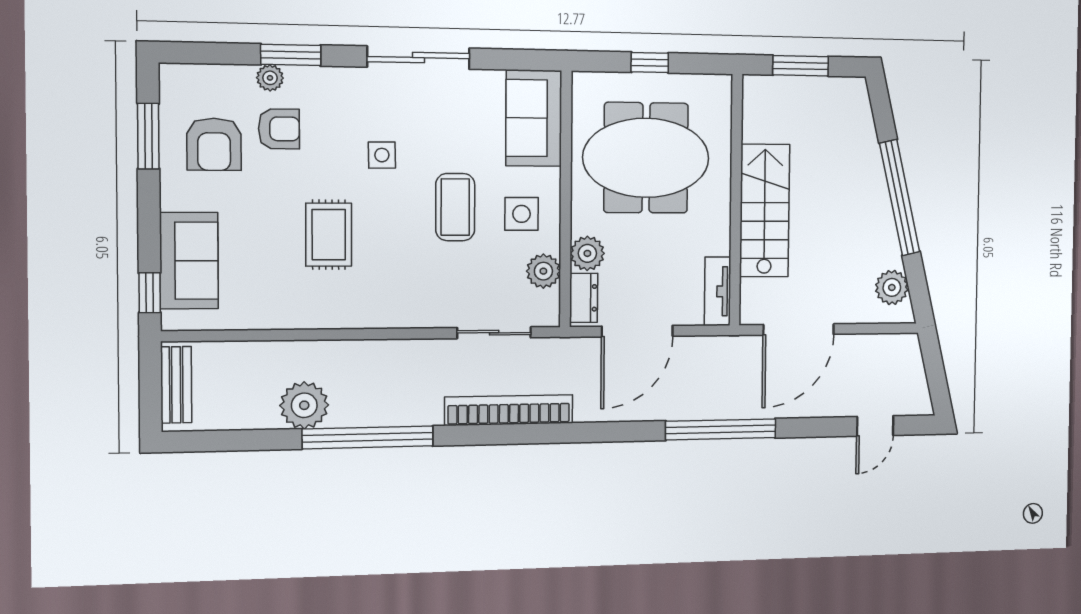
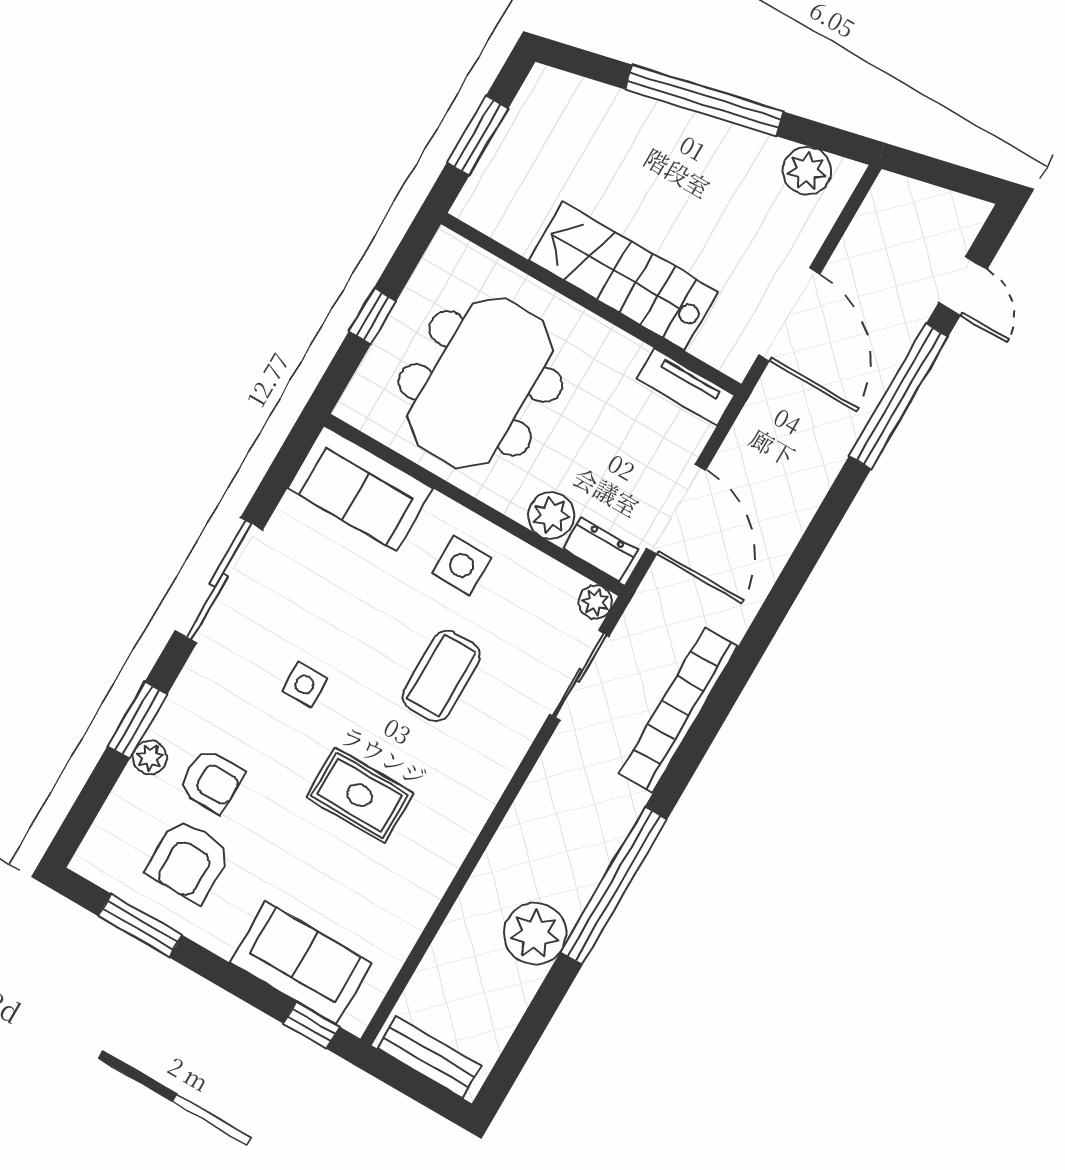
armchair: (279, 129) -> (211, 781), turned 90
armchair: (214, 144) -> (189, 861), turned 90
coffee table: (455, 207) -> (441, 676), moved, turned 90
plant: (543, 271) -> (595, 602), moved, width x0.73, depth x0.73
window: (721, 429) -> (899, 396), moved

